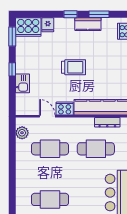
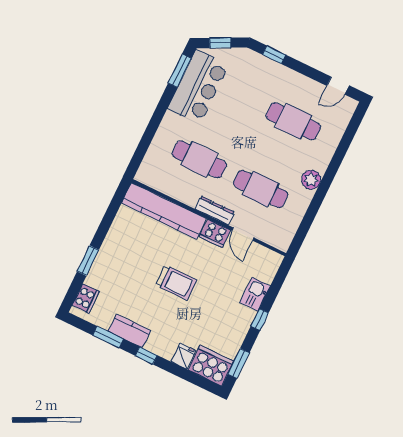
trolley: (74, 67) -> (176, 283), turned 180
dresser: (107, 122) -> (215, 210), moved
plant: (22, 133) -> (311, 180), moved

